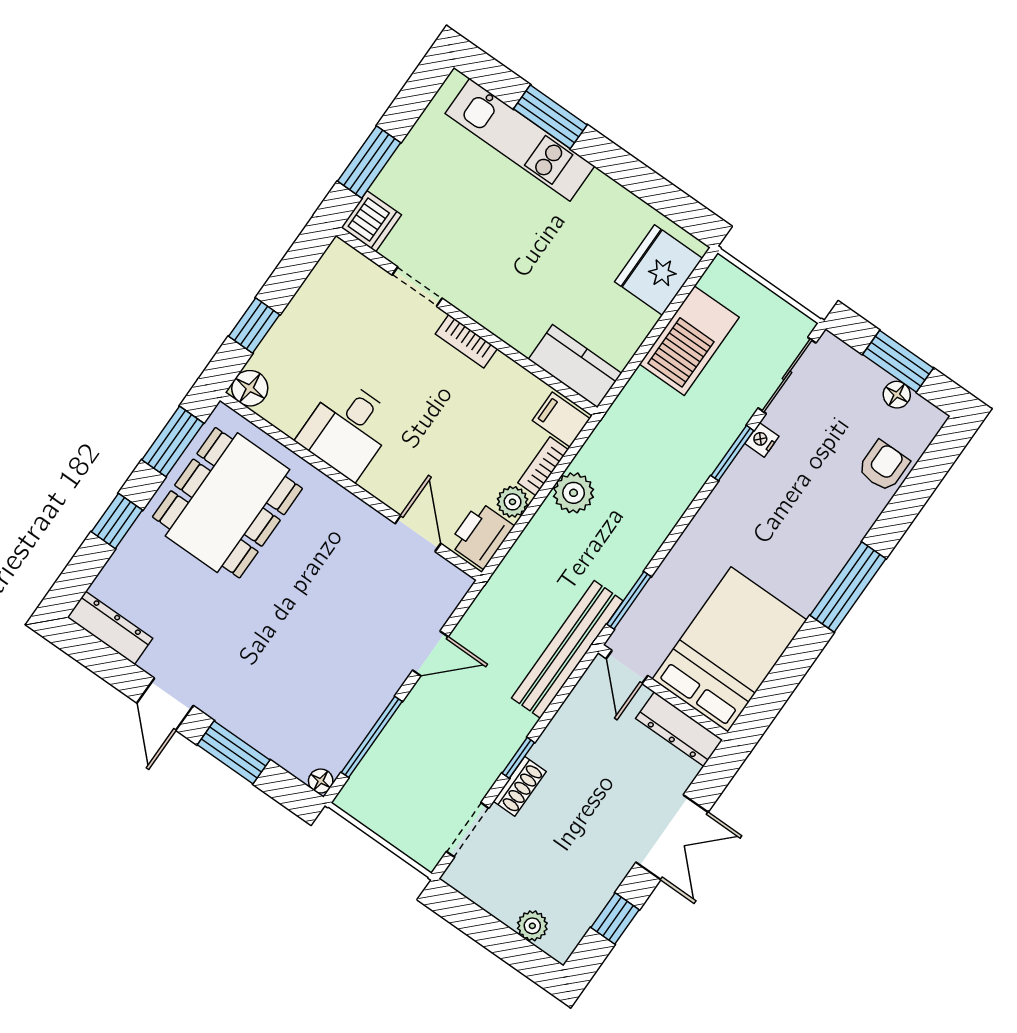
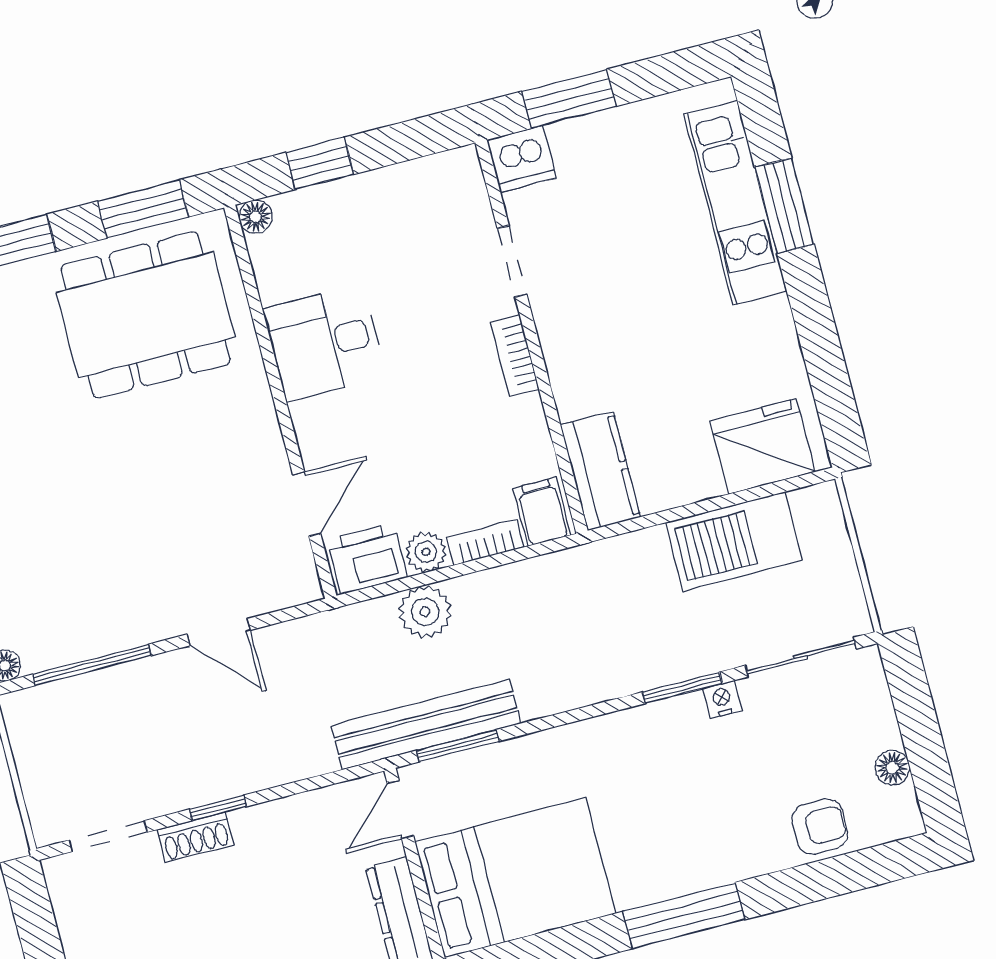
window: (898, 361) -> (921, 736), removed
floor lamp: (250, 388) -> (255, 217), width x0.73, depth x0.73
plant: (574, 493) -> (425, 612), moved
bench: (567, 649) -> (426, 724), moved

